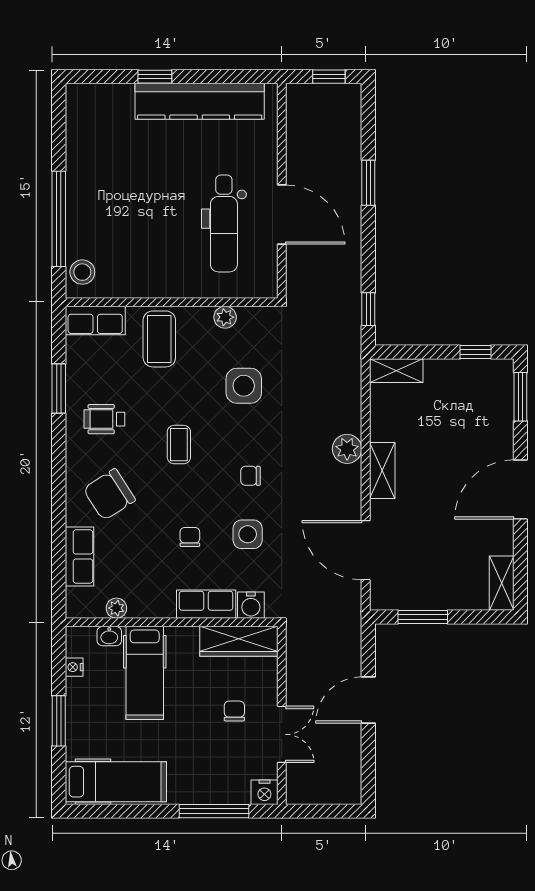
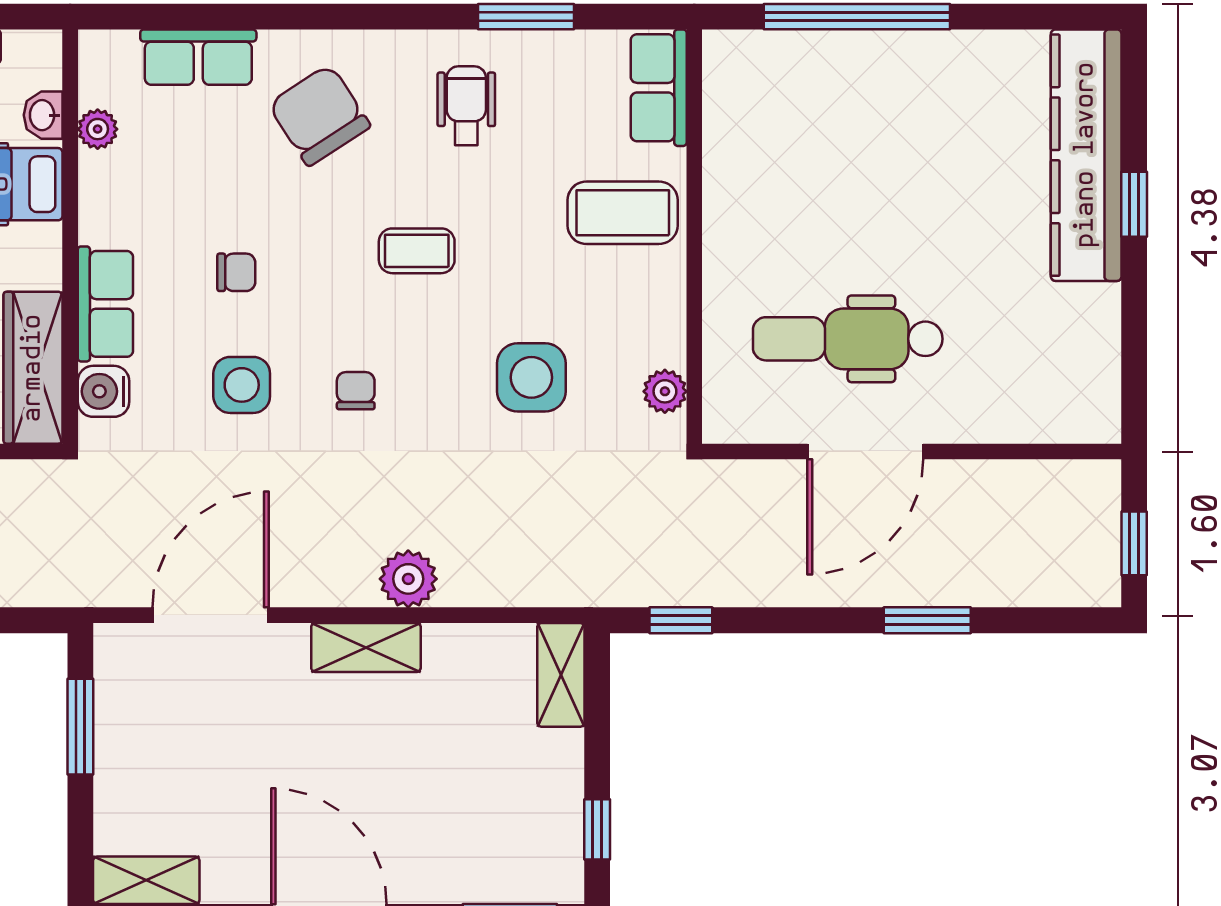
kitchen counter: (200, 101) -> (1086, 155), moved
stool: (82, 272) -> (753, 63), removed
plant: (225, 317) -> (665, 391), moved

